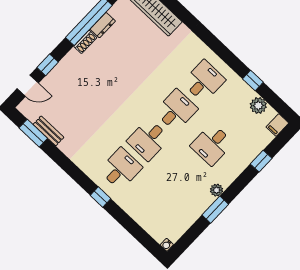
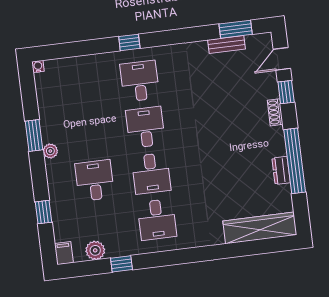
shoe rack: (85, 42) -> (275, 112), moved
desk: (121, 169) -> (140, 81), turned 180

